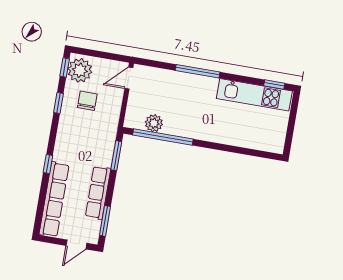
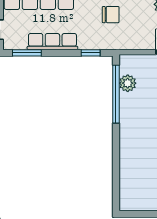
chair: (87, 101) -> (111, 15), moved
window: (116, 156) -> (91, 53), width x0.67

